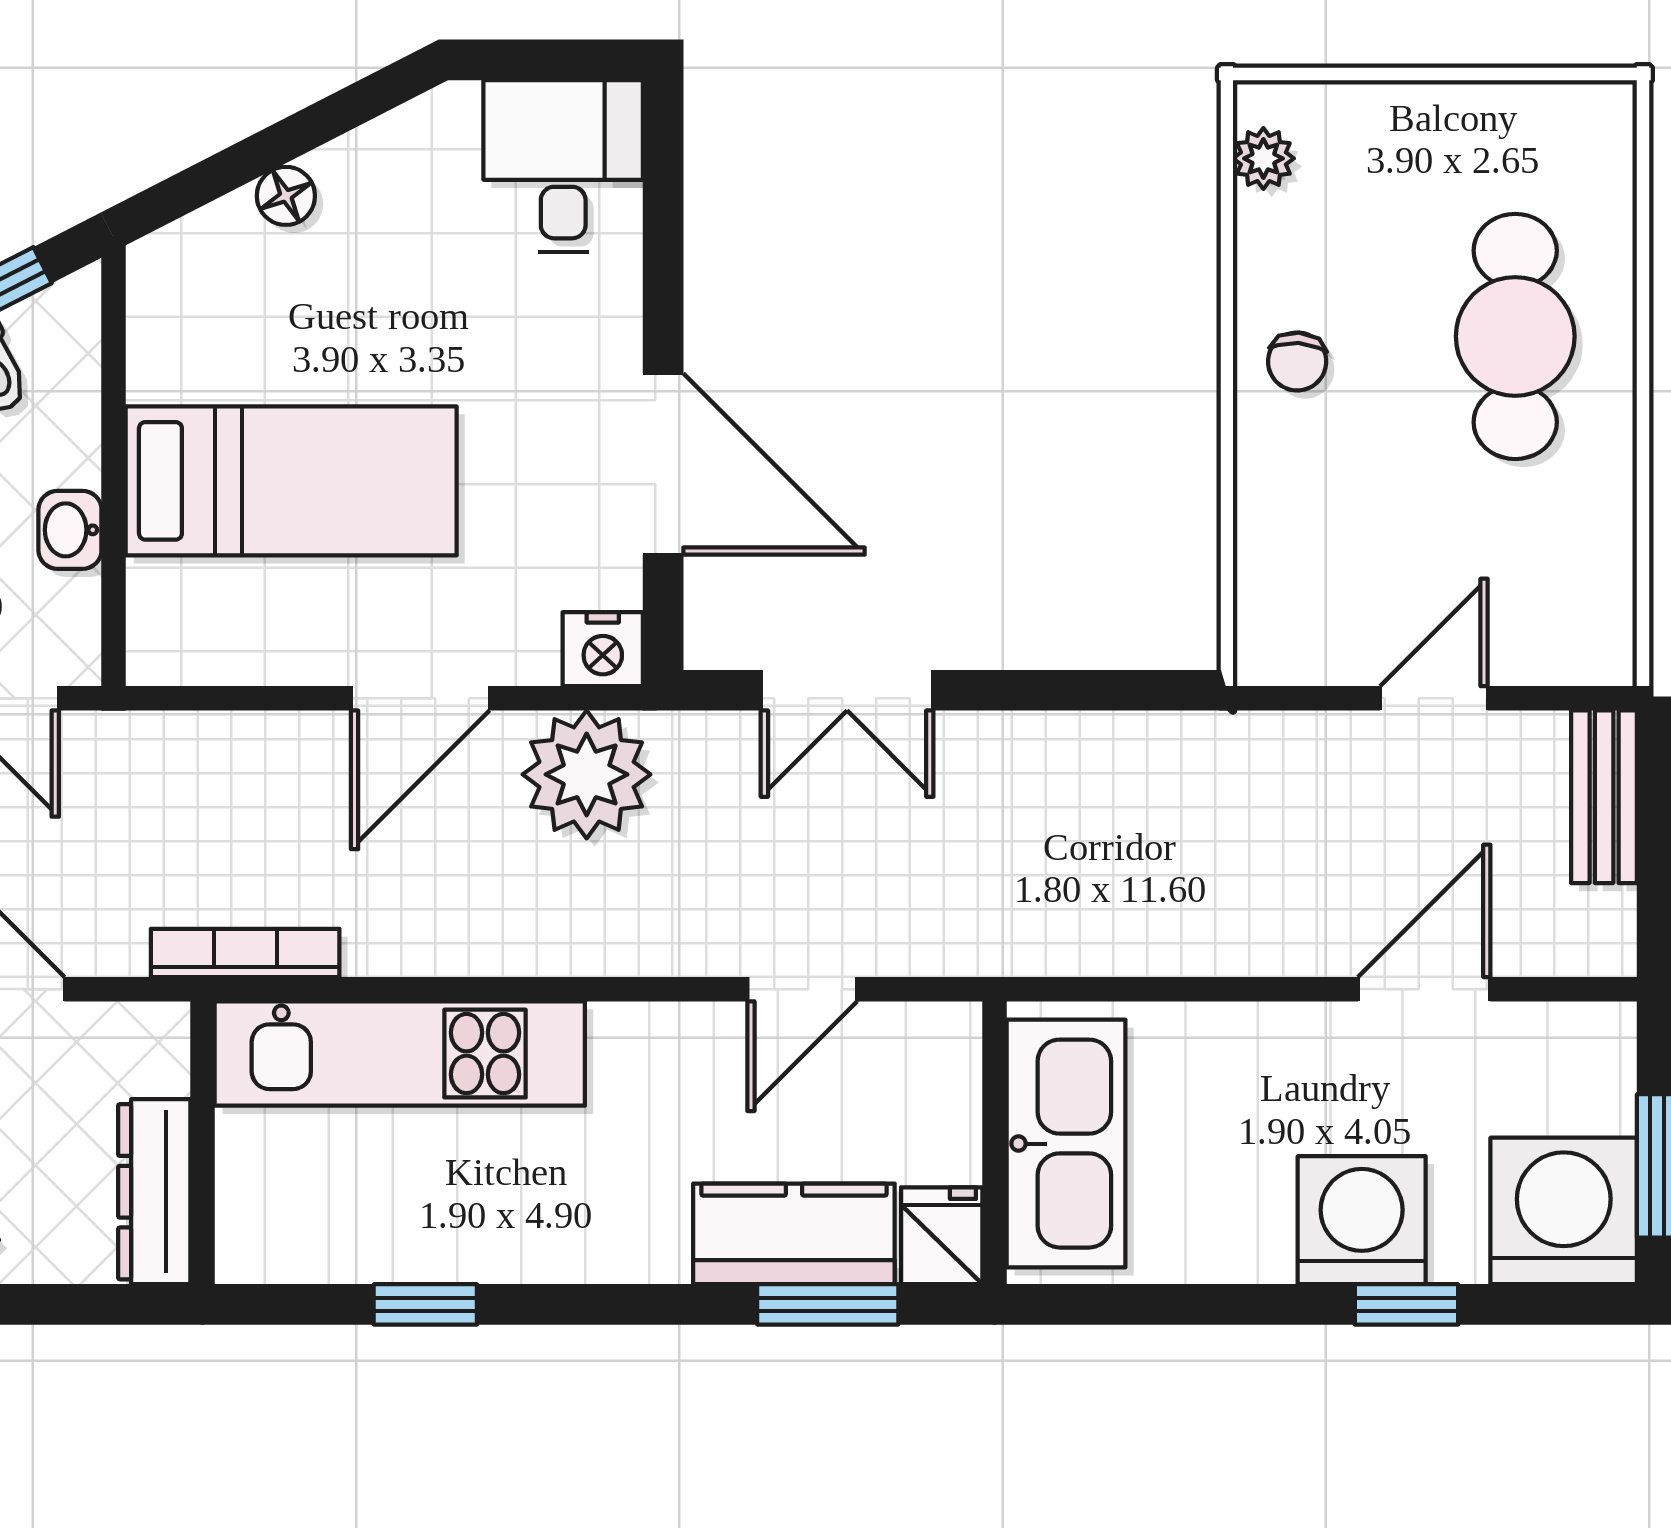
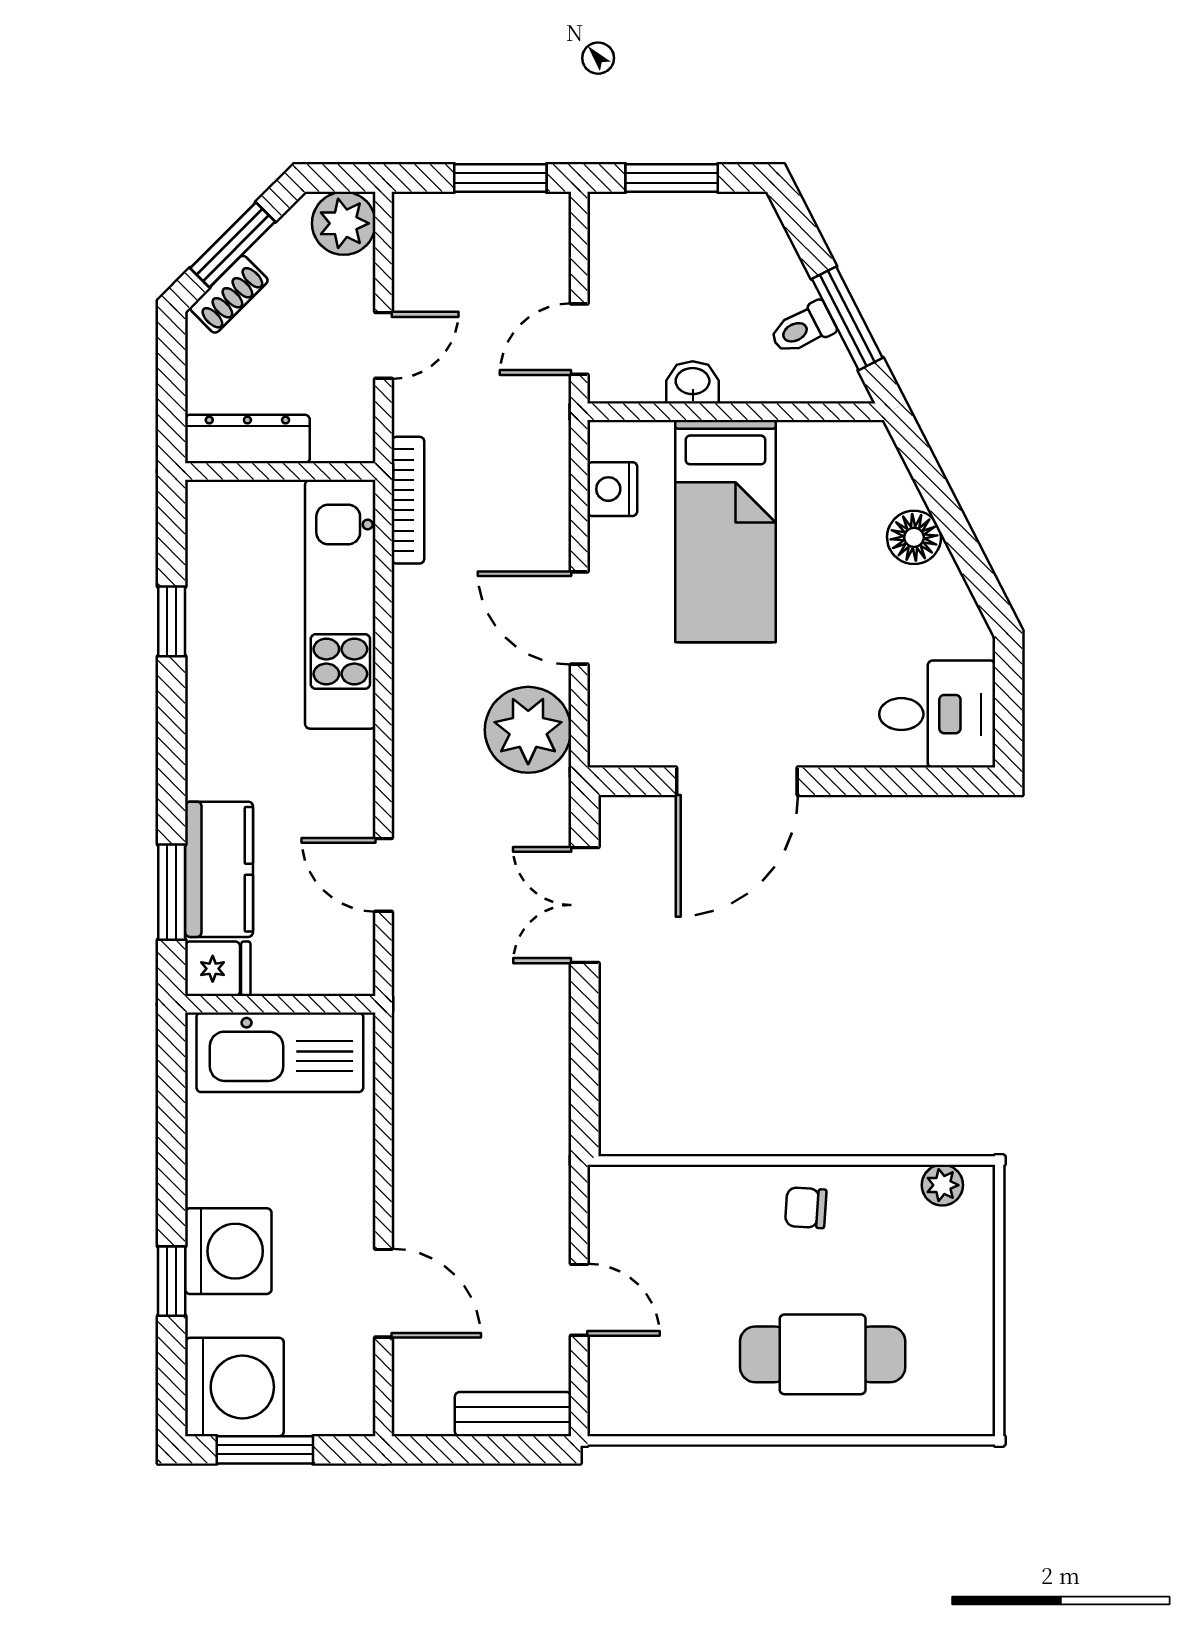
floor lamp: (286, 196) -> (914, 537), width x1.37, depth x1.37
nightstand: (603, 649) -> (612, 489), moved

